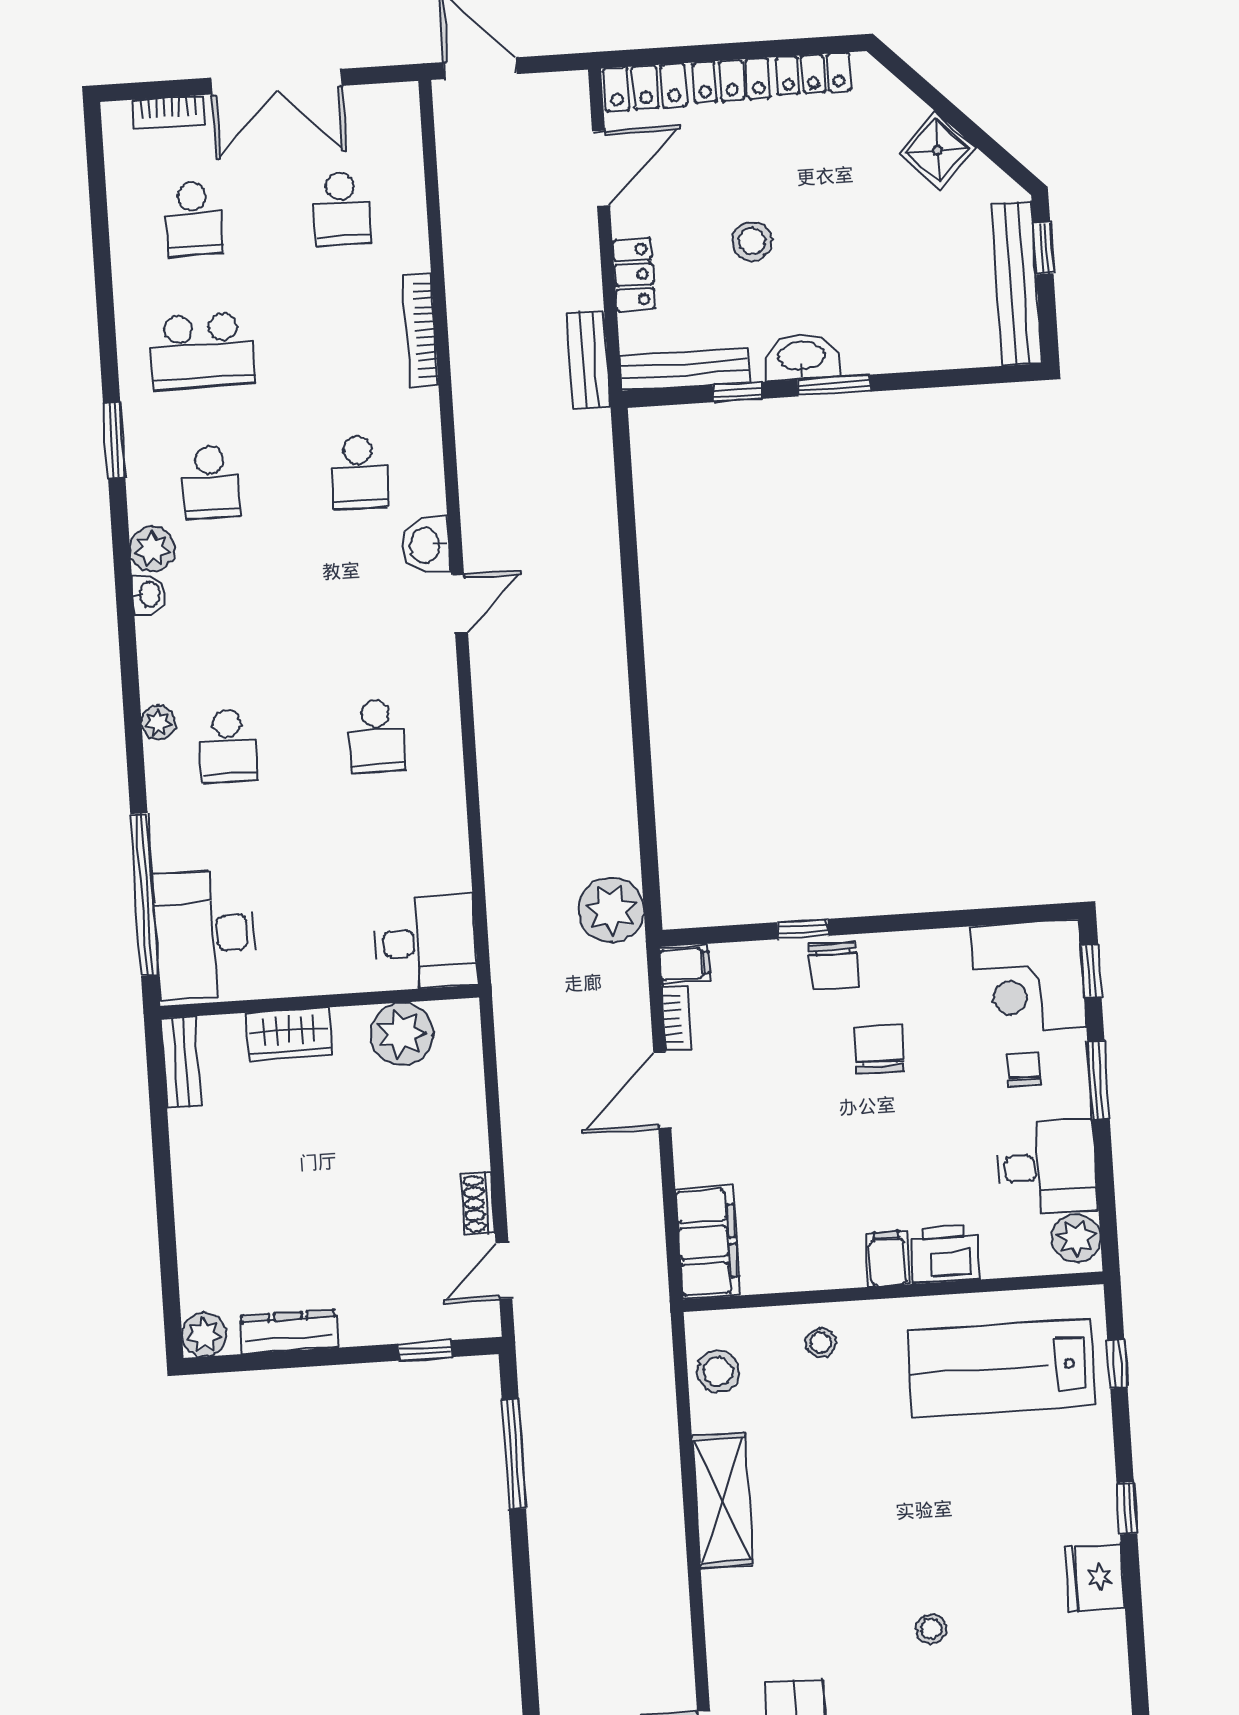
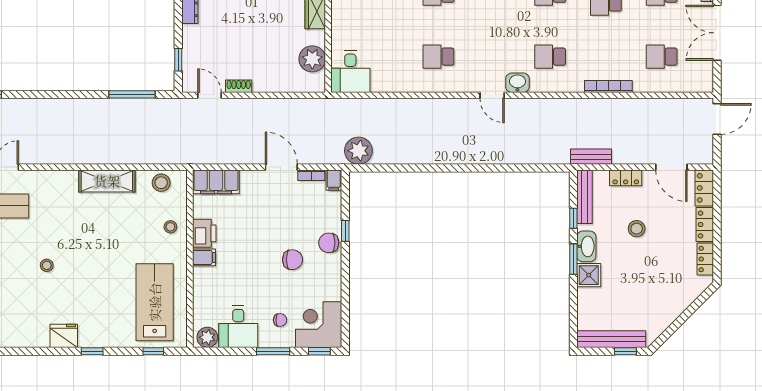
shower: (937, 150) -> (589, 275), moved, turned 45
printer: (945, 1254) -> (204, 233), moved

